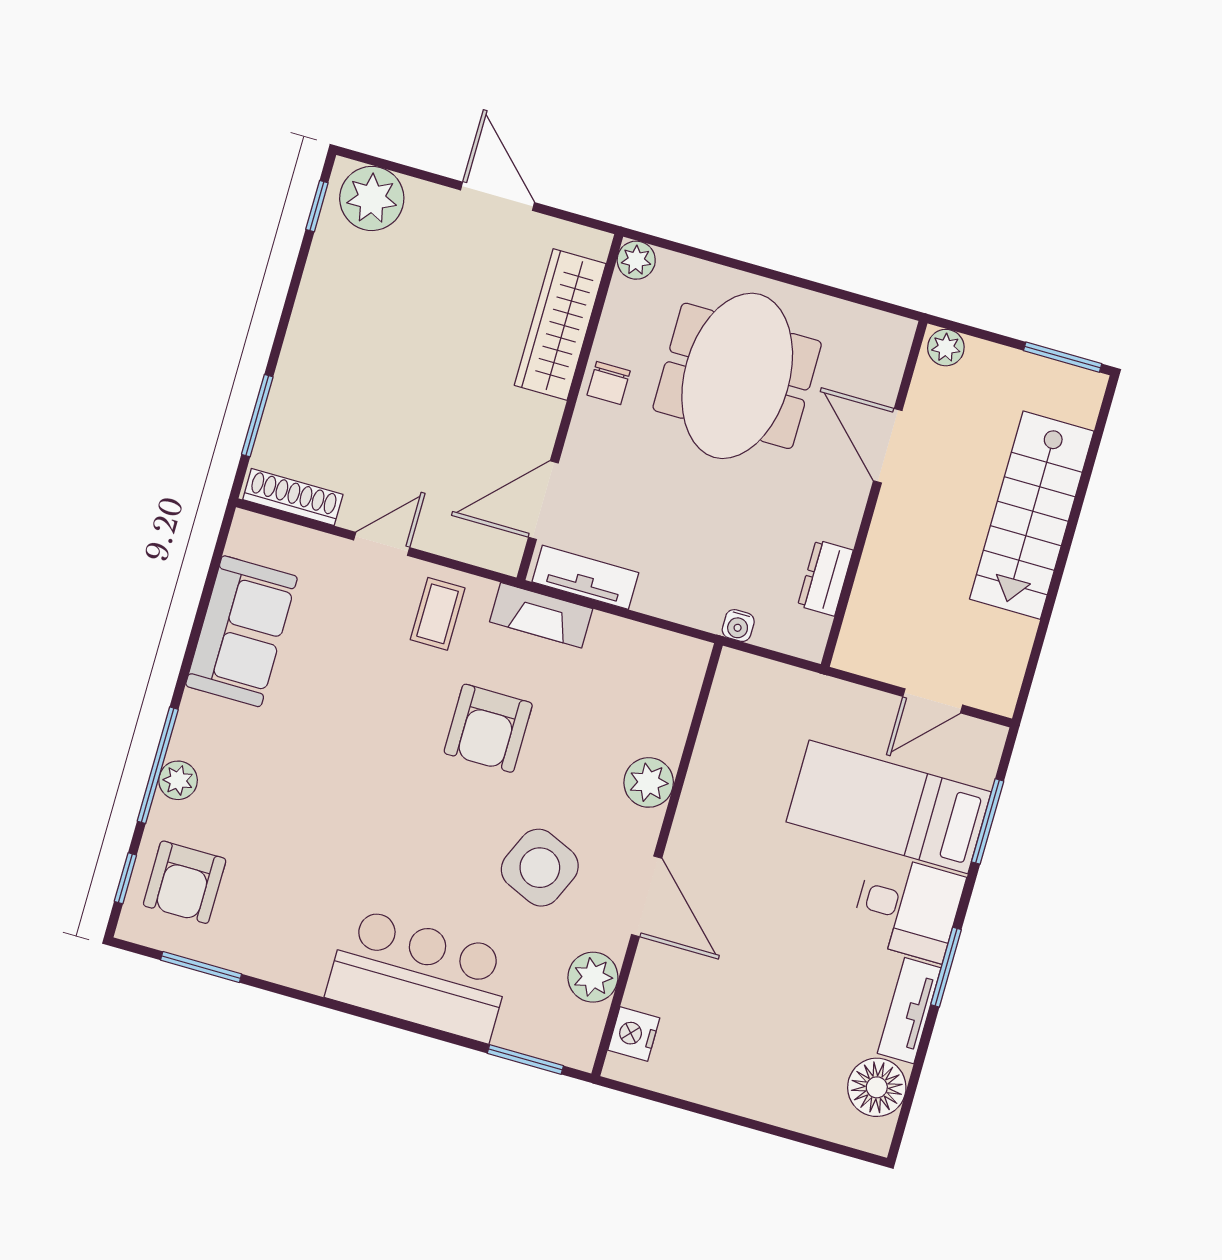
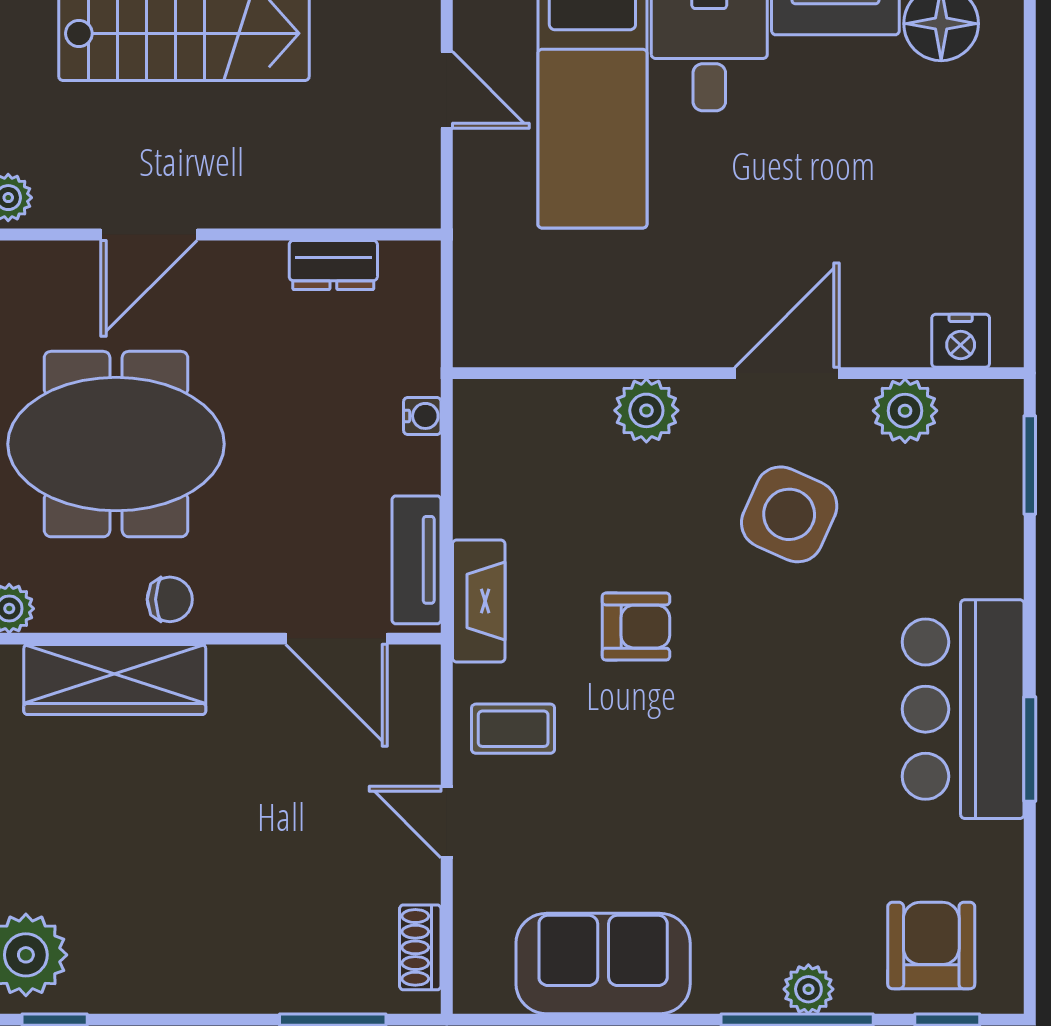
shoe rack: (293, 497) -> (420, 947), width x0.70
water cooler: (738, 626) -> (422, 416), moved
armchair: (488, 728) -> (636, 627), width x0.72, depth x0.72
armchair: (185, 882) -> (931, 946), turned -90
window: (201, 967) -> (1030, 749), moved
bar counter: (419, 975) -> (963, 709), moved

